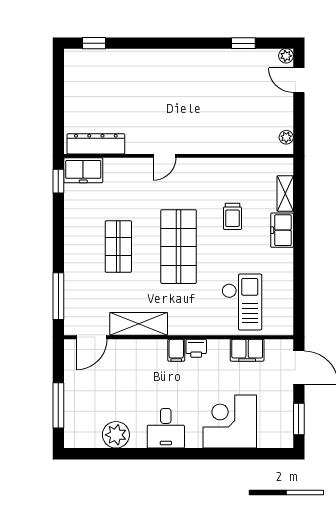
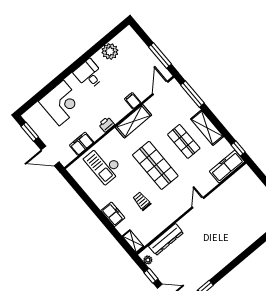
window: (299, 114) -> (151, 276), added
dresser: (96, 144) -> (166, 239), moved
freezer: (83, 170) -> (227, 167), width x1.40
shelving: (285, 194) -> (133, 241), moved
shelving: (75, 239) -> (207, 128), added
shelving: (139, 324) -> (134, 121), moved
filing cabinet: (176, 350) -> (133, 101), moved
window: (58, 405) -> (160, 56), moved

